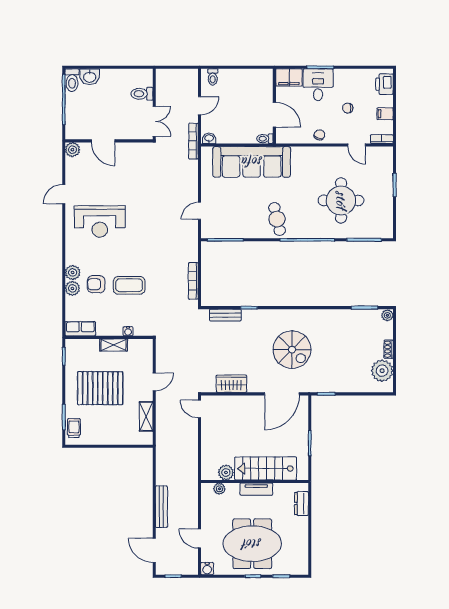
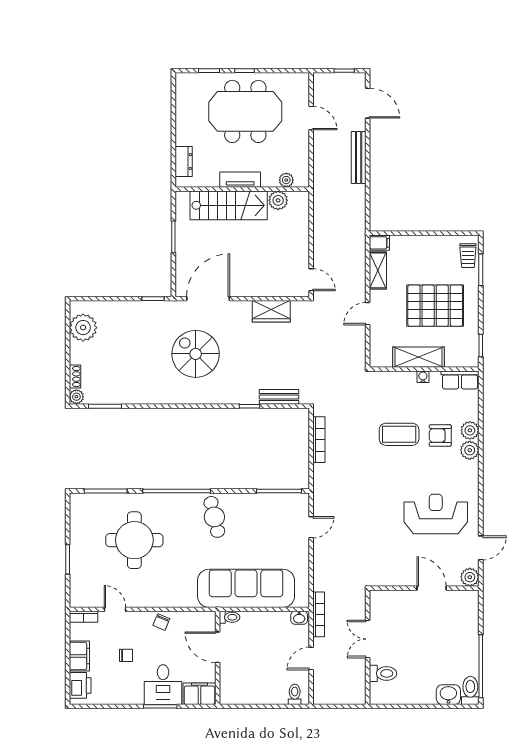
filing cabinet: (385, 114) -> (79, 656), width x2.00
door: (103, 141) -> (432, 588), moved
wall: (109, 141) -> (424, 588), moved
plant: (72, 150) -> (470, 577), moved
armchair: (96, 284) -> (440, 435), turned 180
water cooler: (128, 331) -> (423, 377), moved
shelving: (114, 345) -> (418, 357), width x1.50, depth x1.33
shoe rack: (389, 349) -> (75, 377), moved
filing cabinet: (145, 438) -> (379, 243), added
water cooler: (207, 569) -> (302, 80), removed

